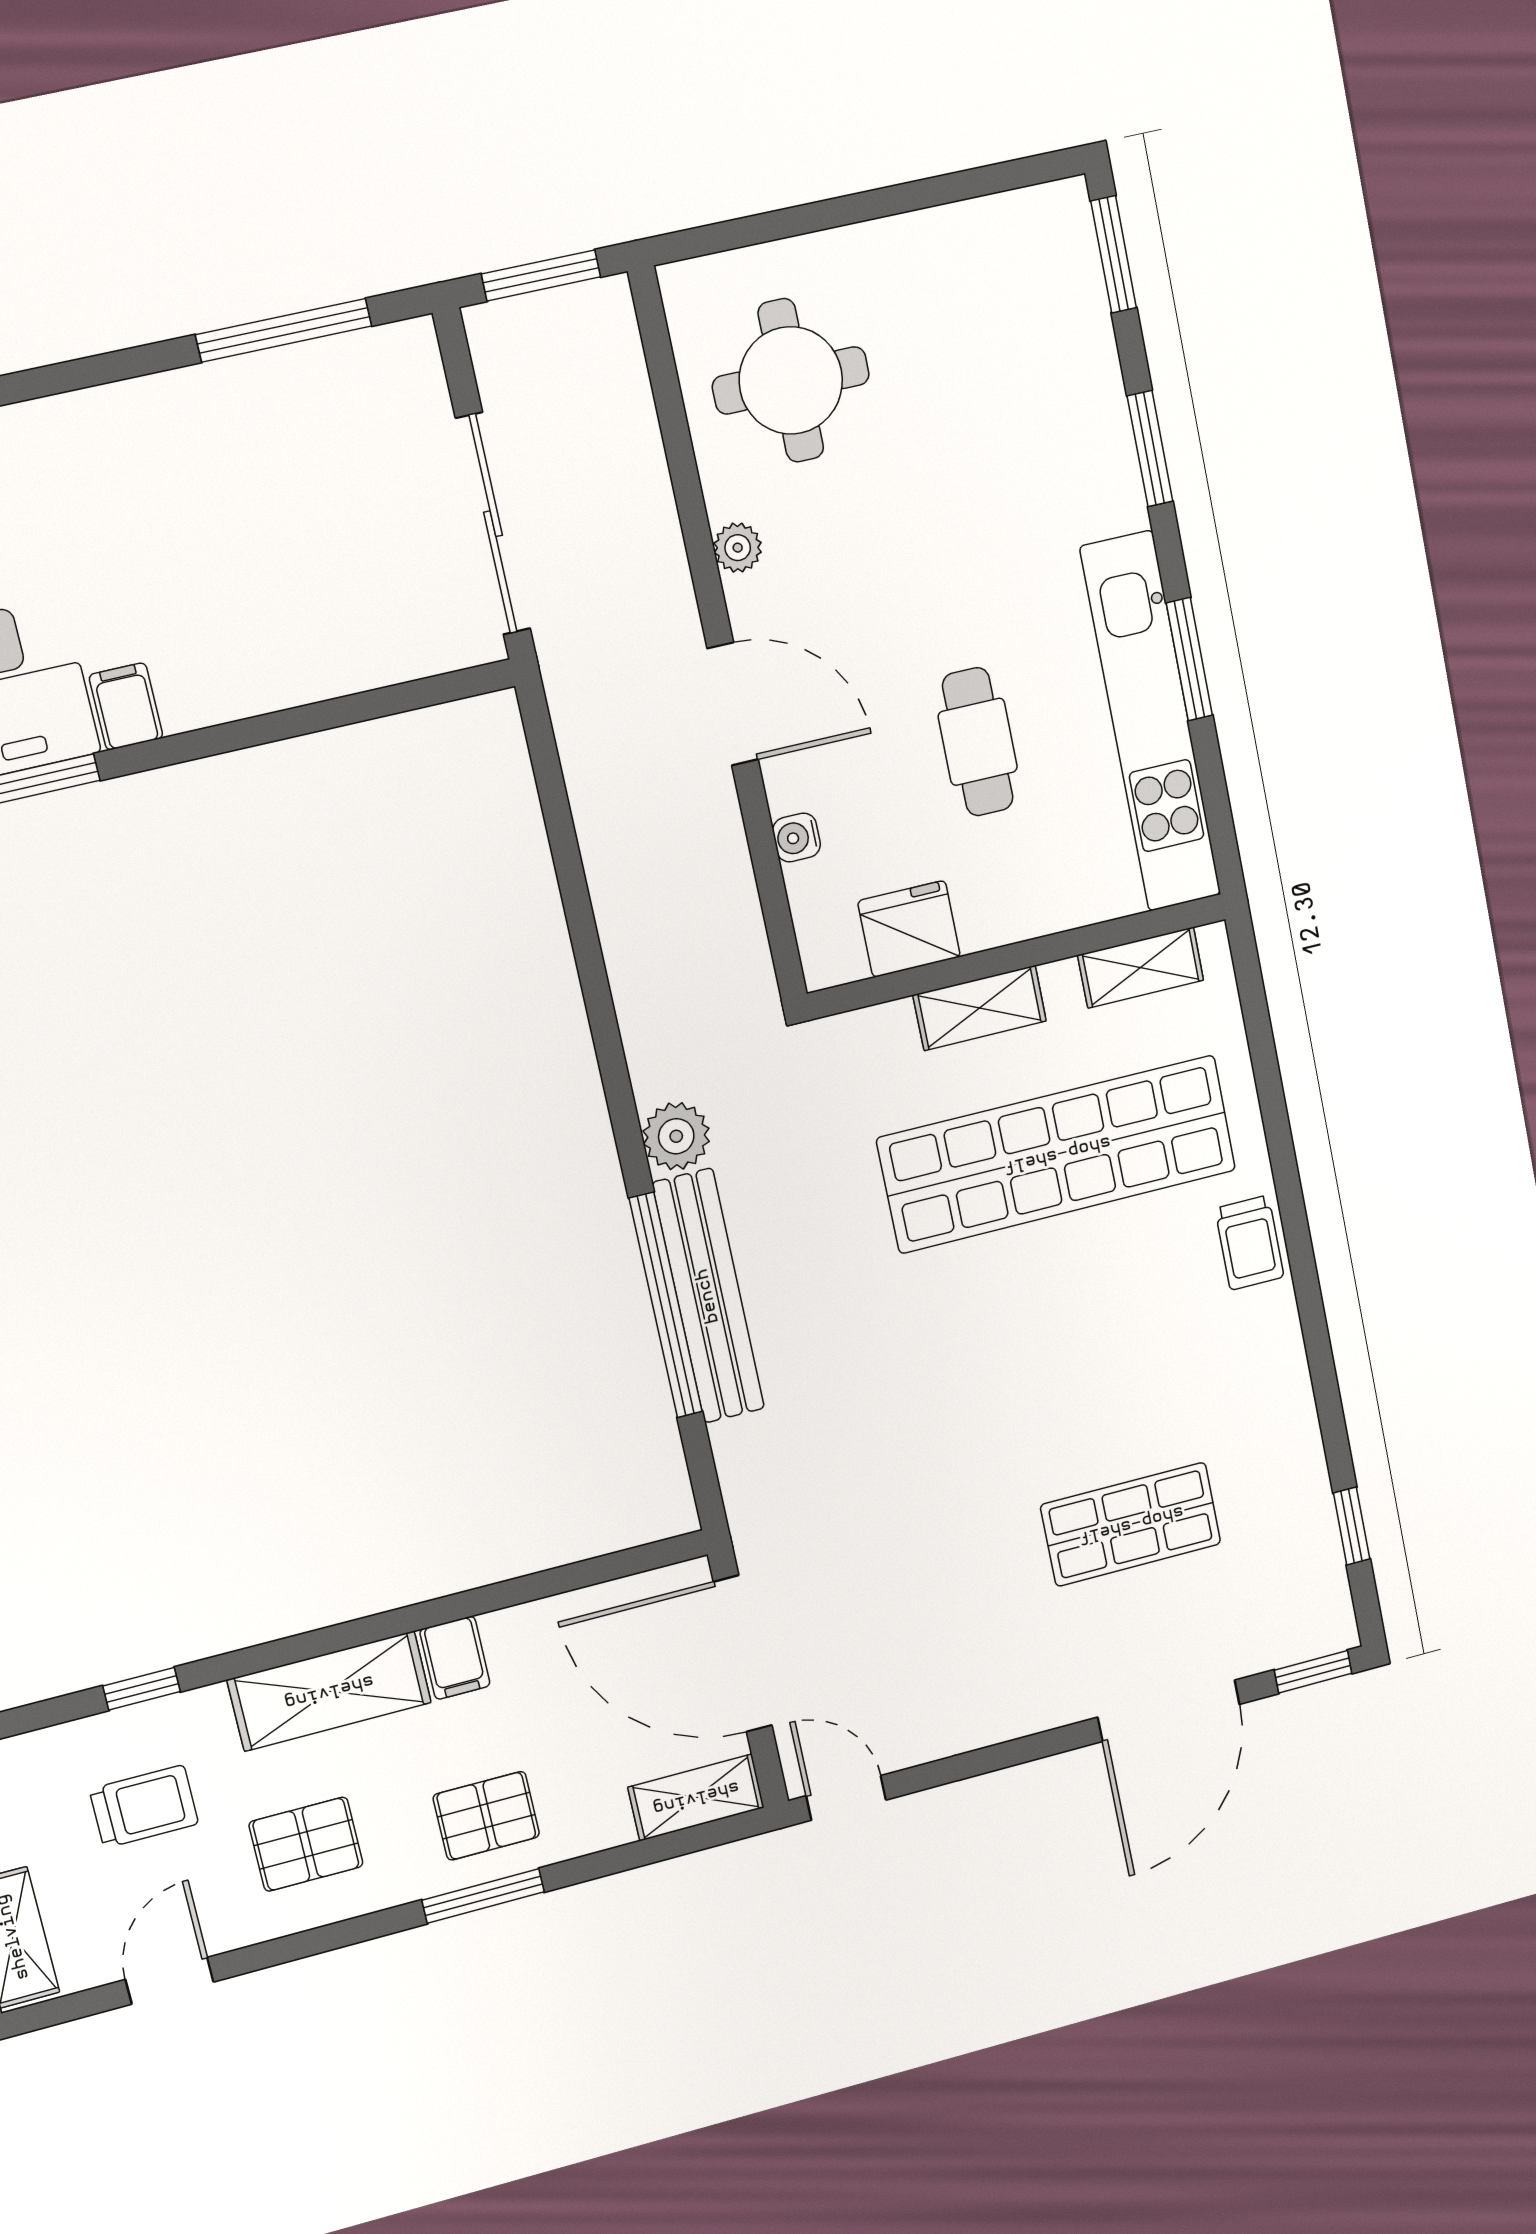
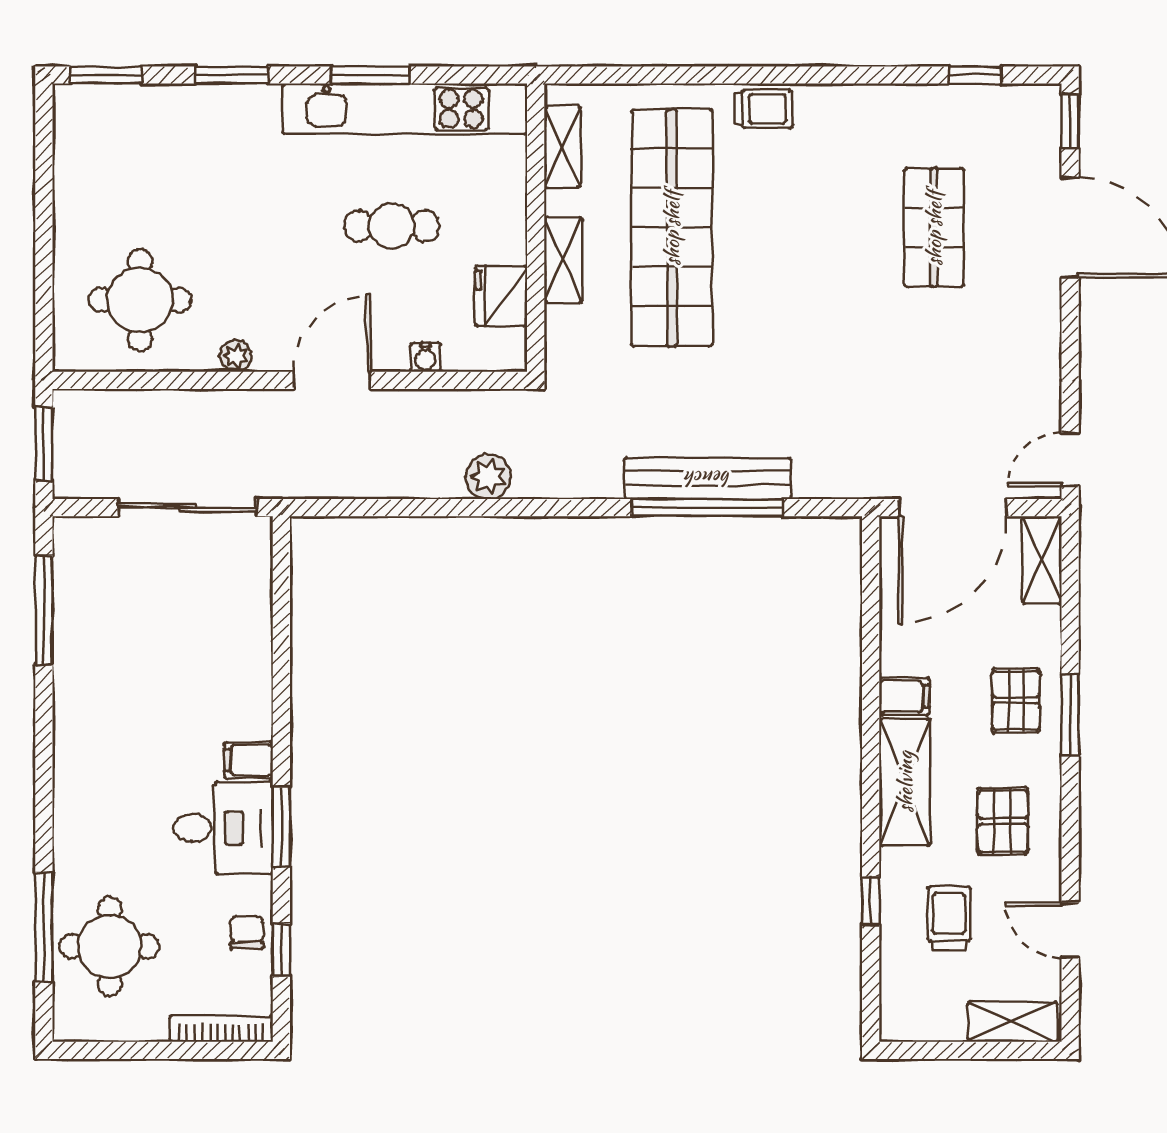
plant: (676, 1136) -> (488, 477), moved

